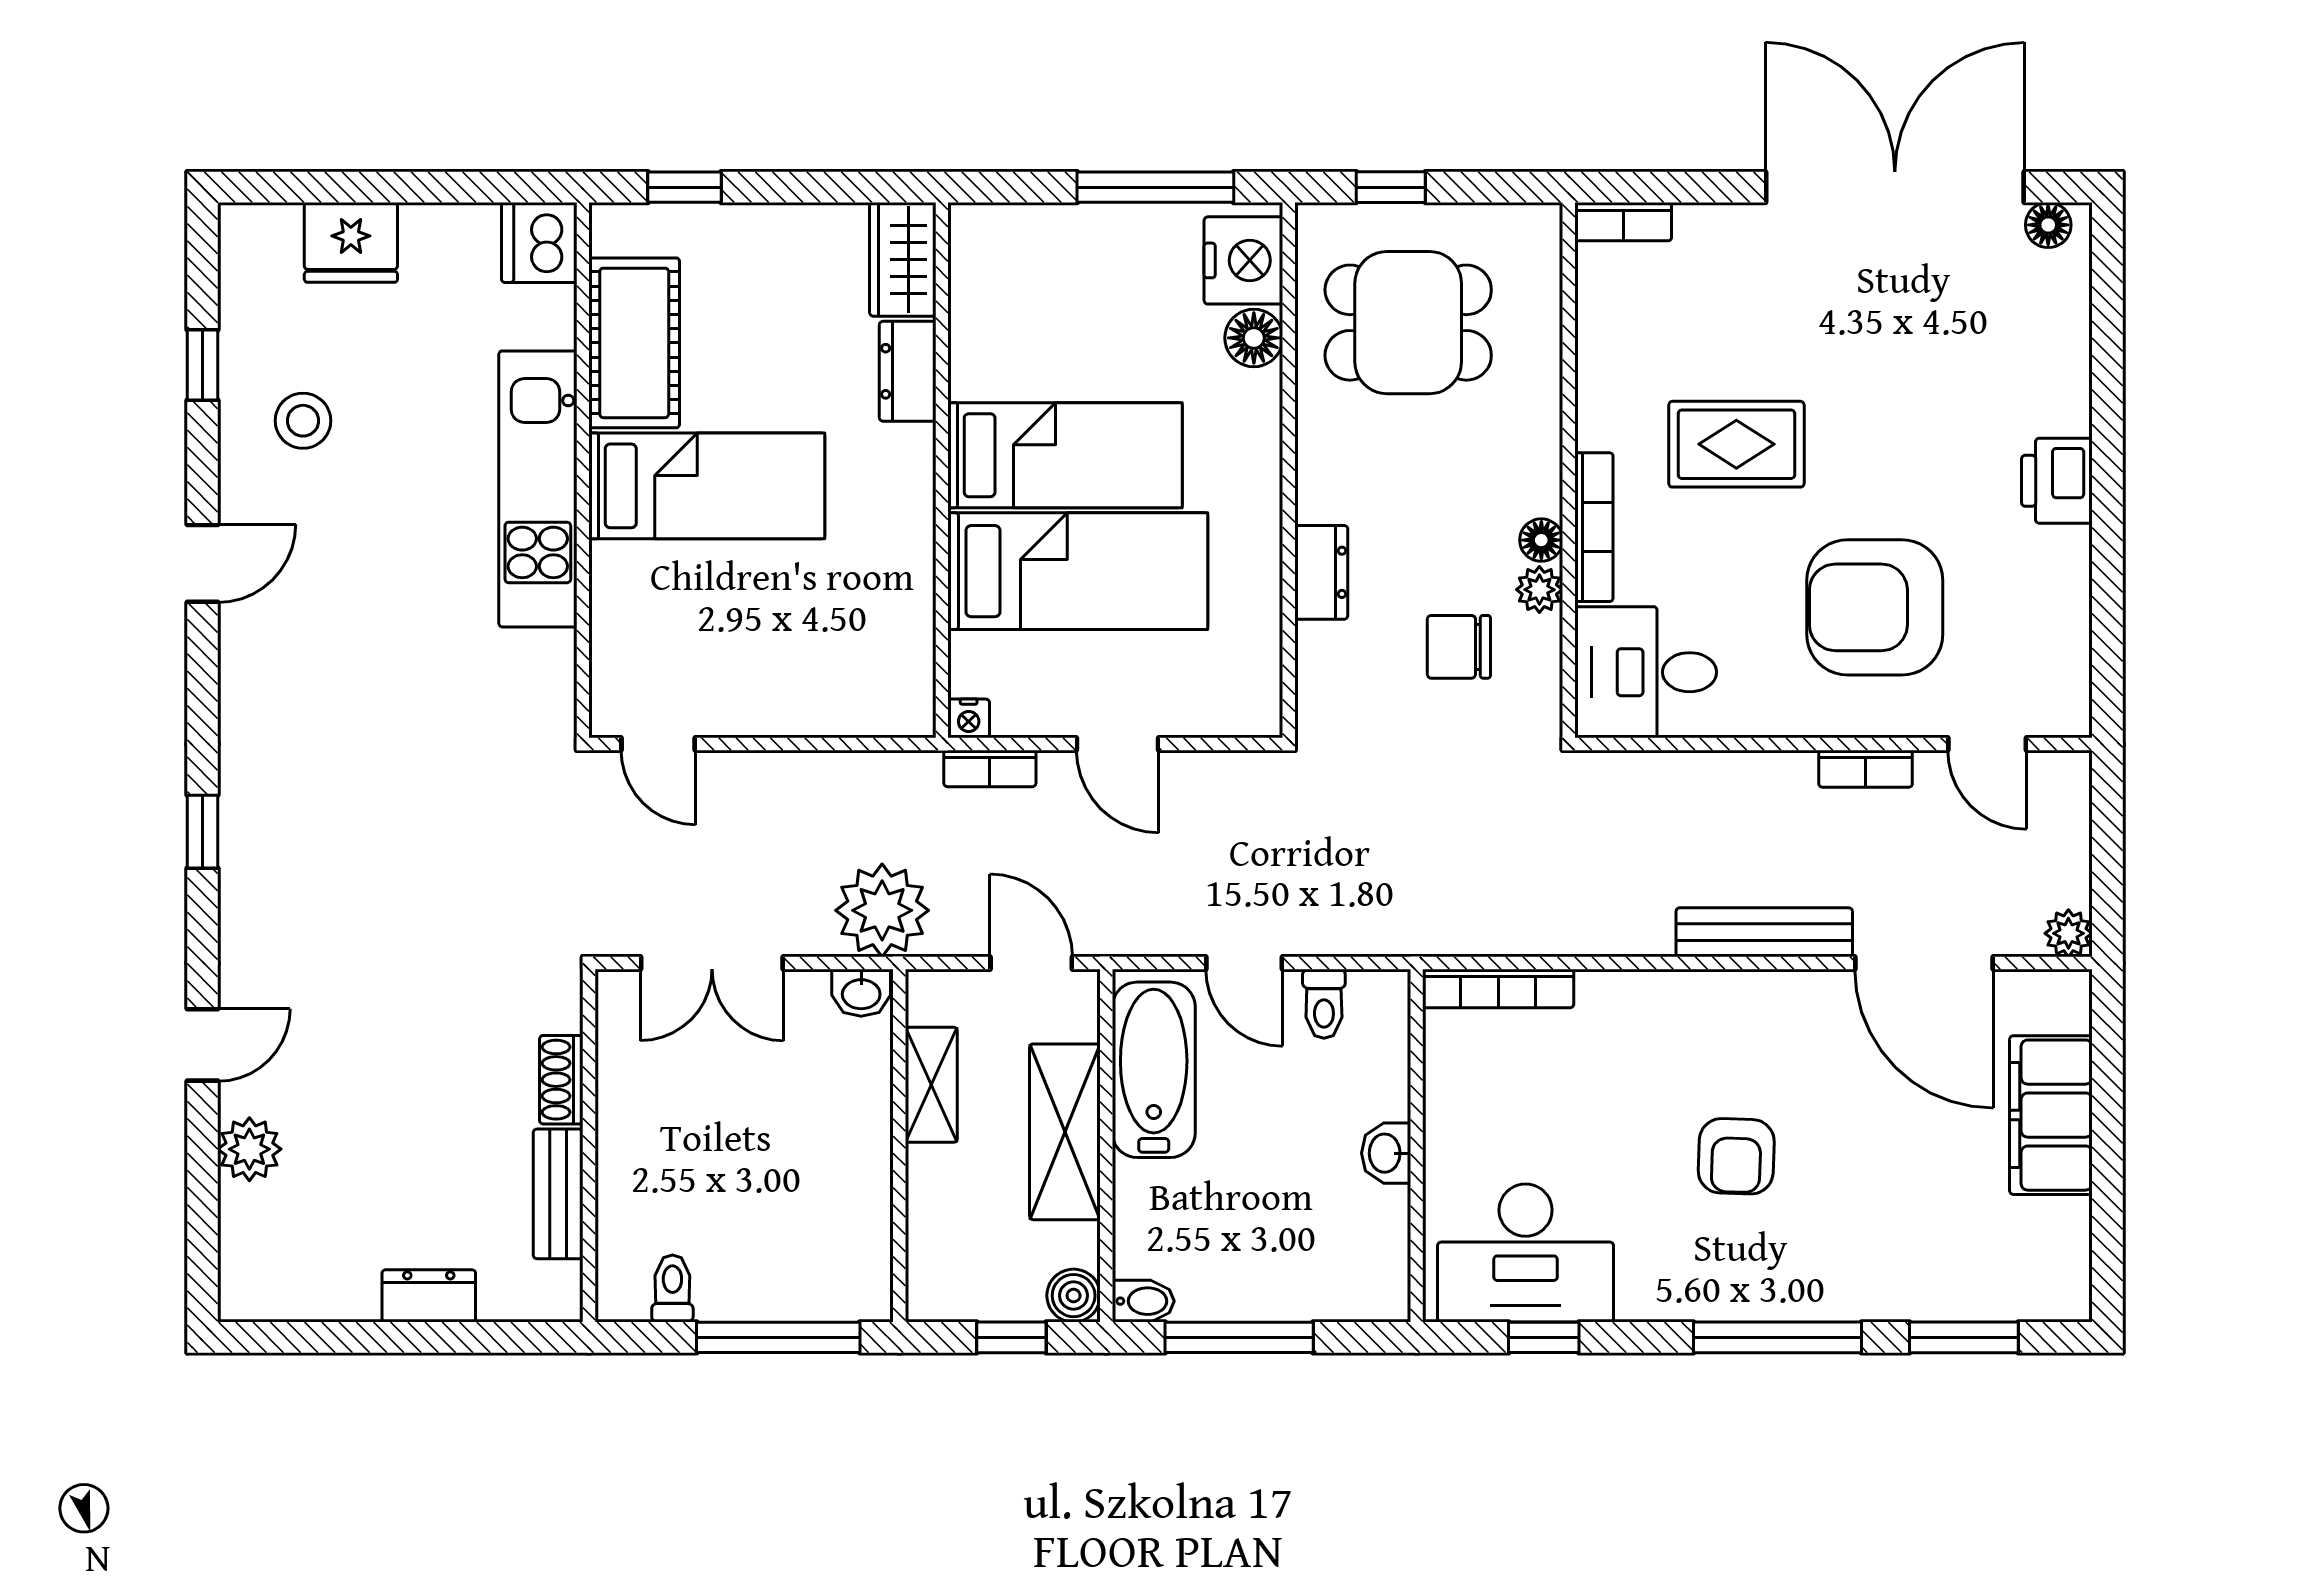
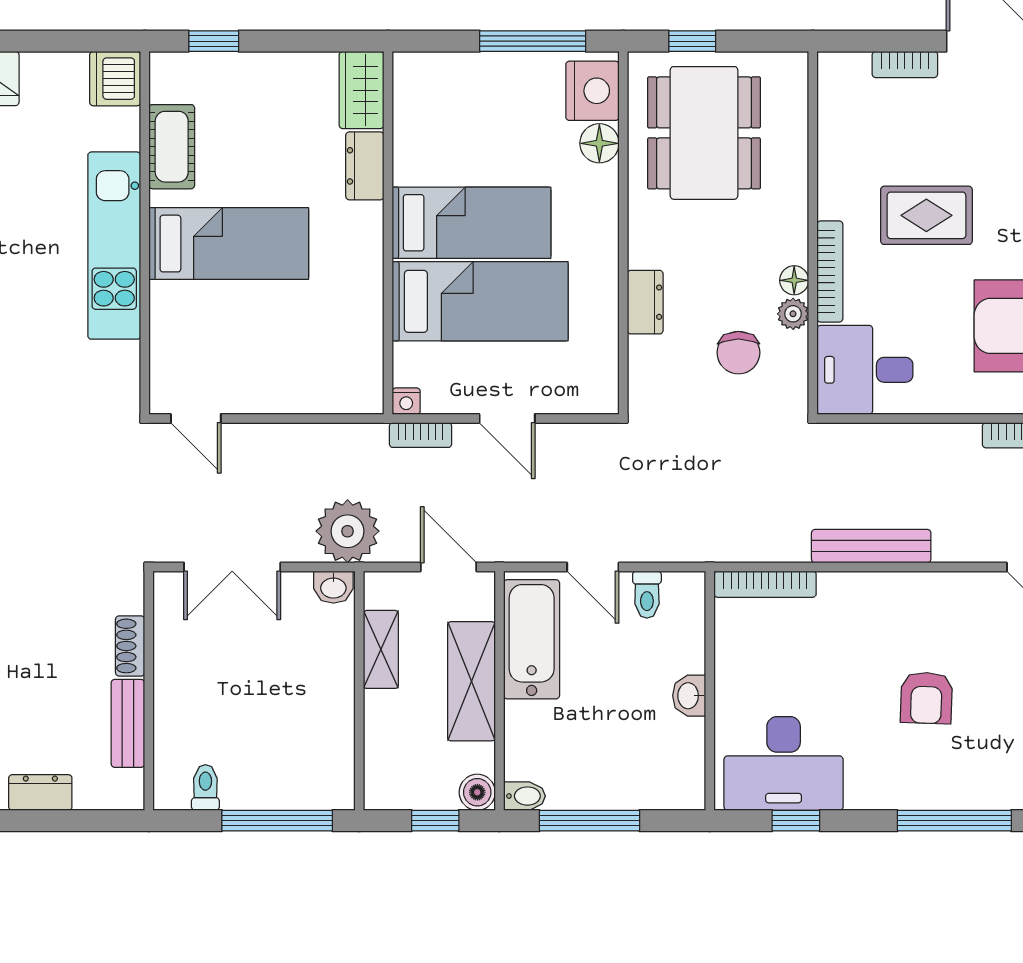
bookcase: (1623, 222) -> (905, 64), moved
dining table: (1408, 323) -> (704, 133), width x1.38
cot: (634, 343) -> (172, 147), width x0.73, depth x0.75
chair: (1459, 647) -> (738, 353), turned -90
bench: (1764, 932) -> (871, 546), moved

